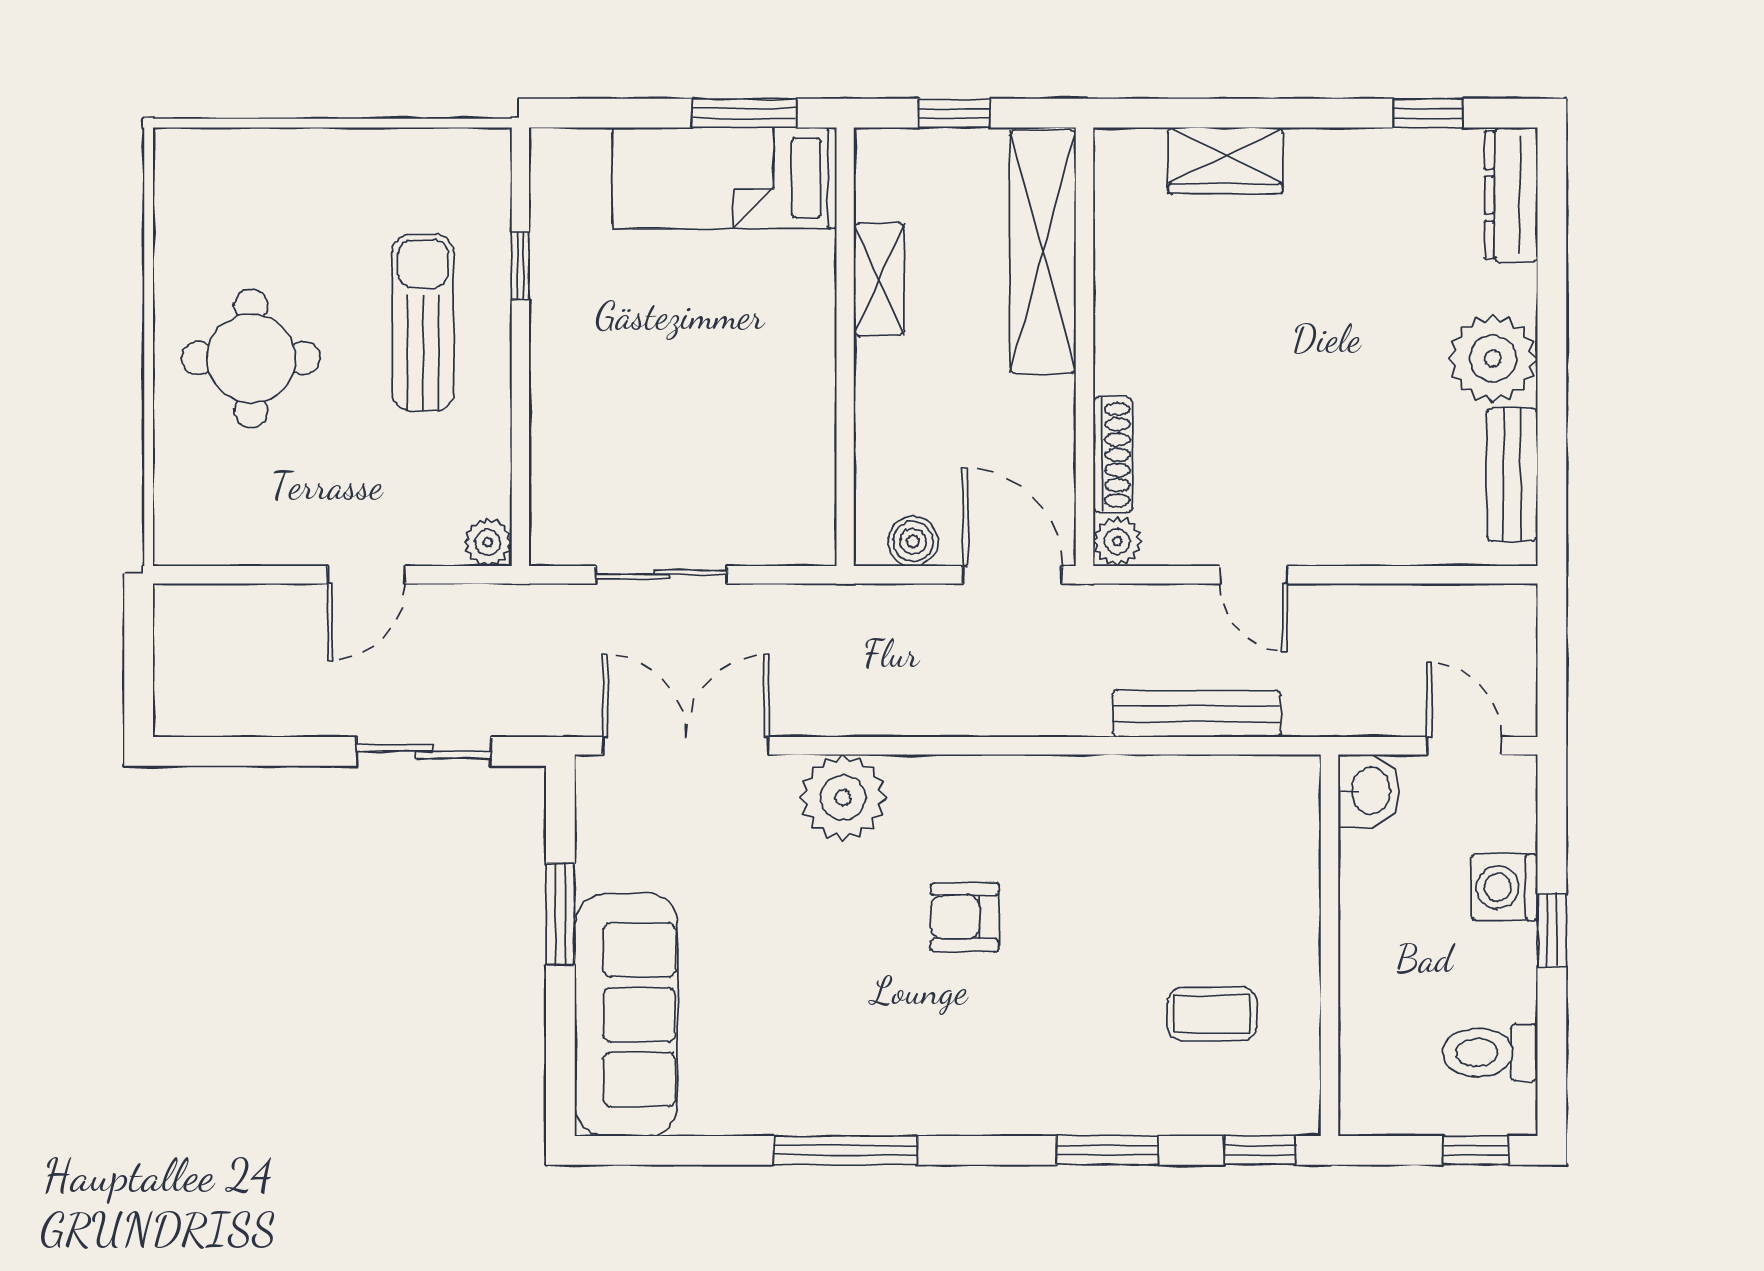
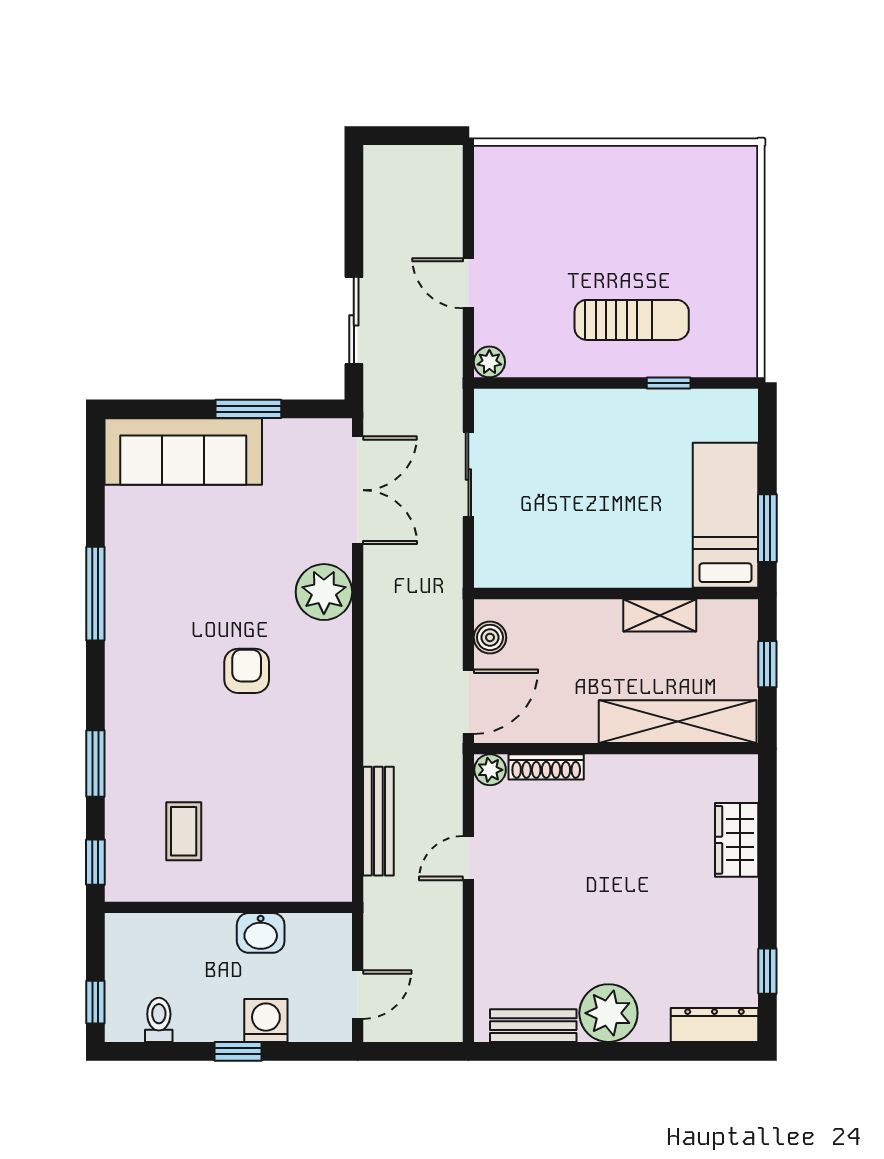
round table: (251, 358) -> (609, 208), removed
washbasin: (1369, 791) -> (261, 933), moved
toilet: (1490, 1052) -> (159, 1020), width x0.73, depth x0.72

